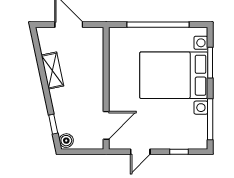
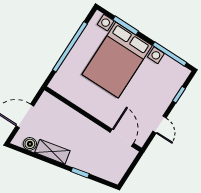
window: (53, 124) -> (80, 173), moved
boiler: (66, 141) -> (30, 144), moved

